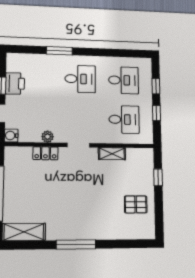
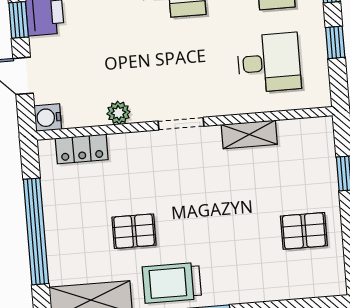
locker: (45, 153) -> (82, 149), moved
pallet: (50, 198) -> (134, 231), added
trolley: (67, 226) -> (172, 283), added

